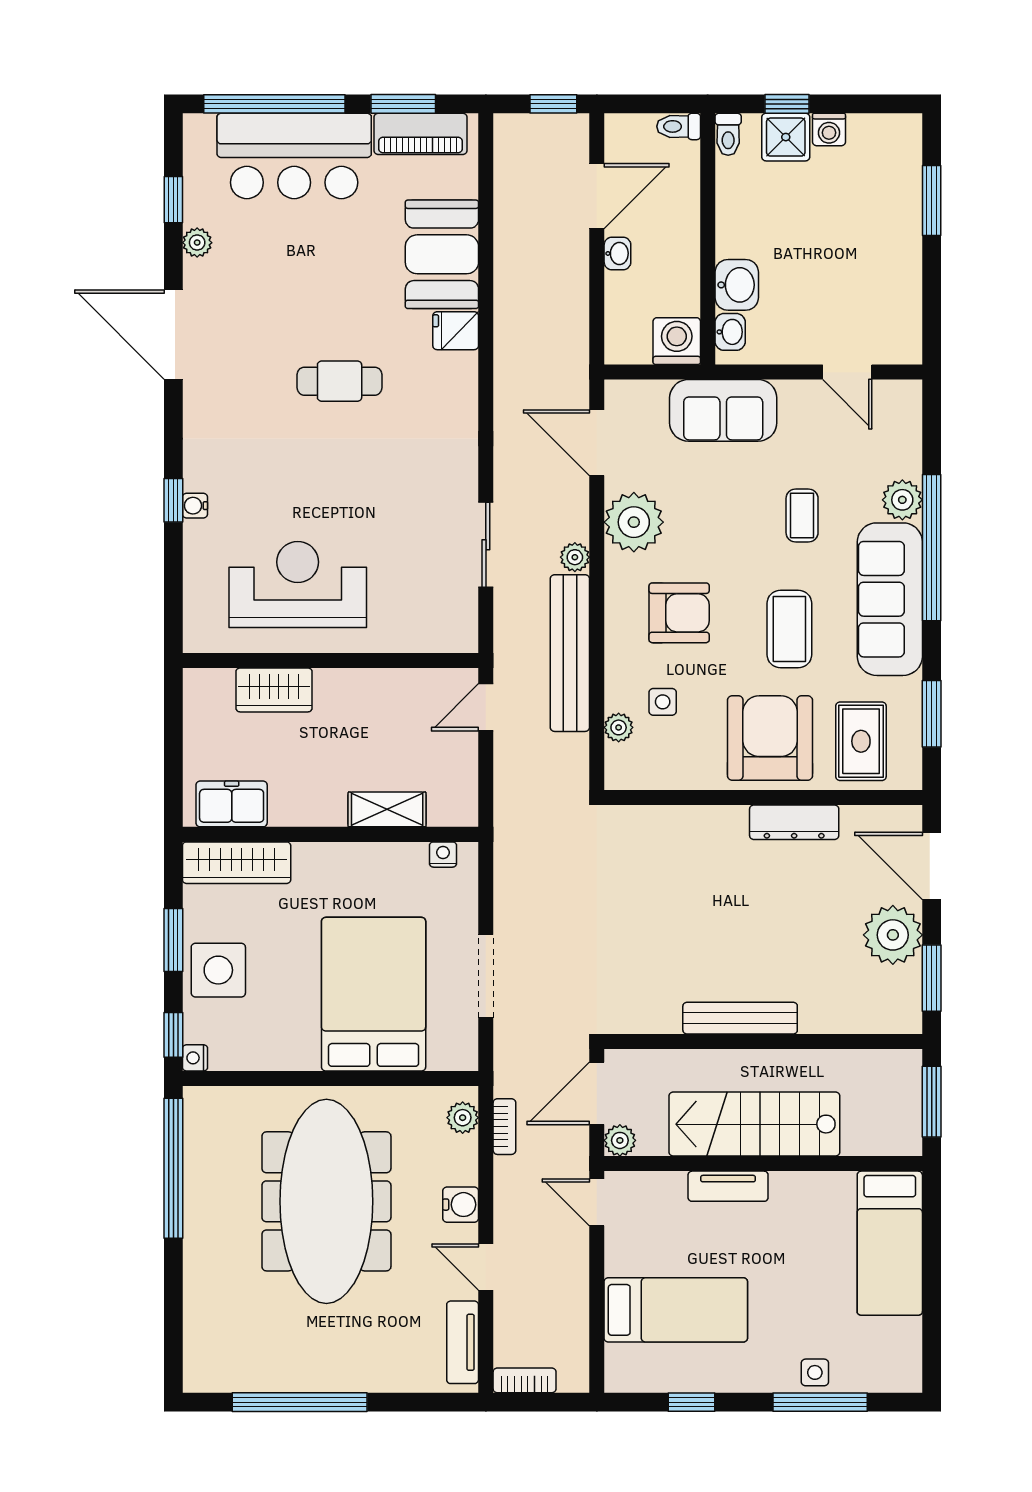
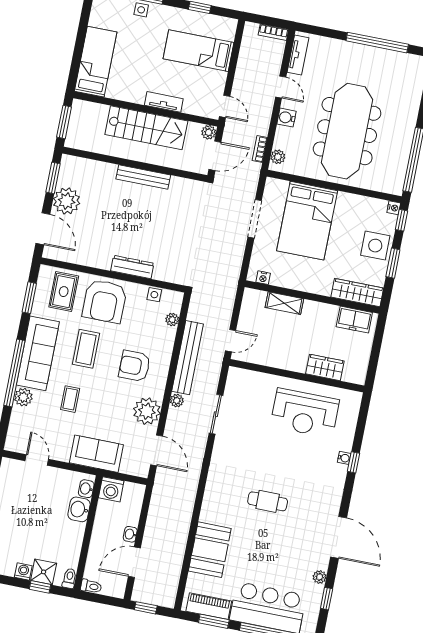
fridge: (456, 331) -> (210, 514), removed
side table: (663, 702) -> (154, 295), moved
dresser: (794, 822) -> (132, 267), moved

